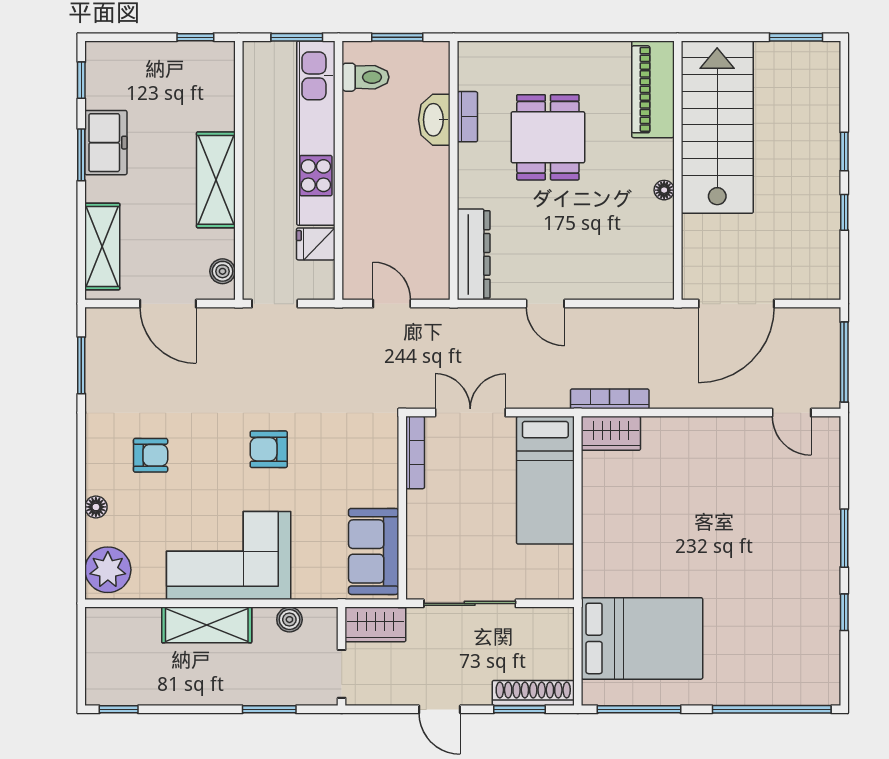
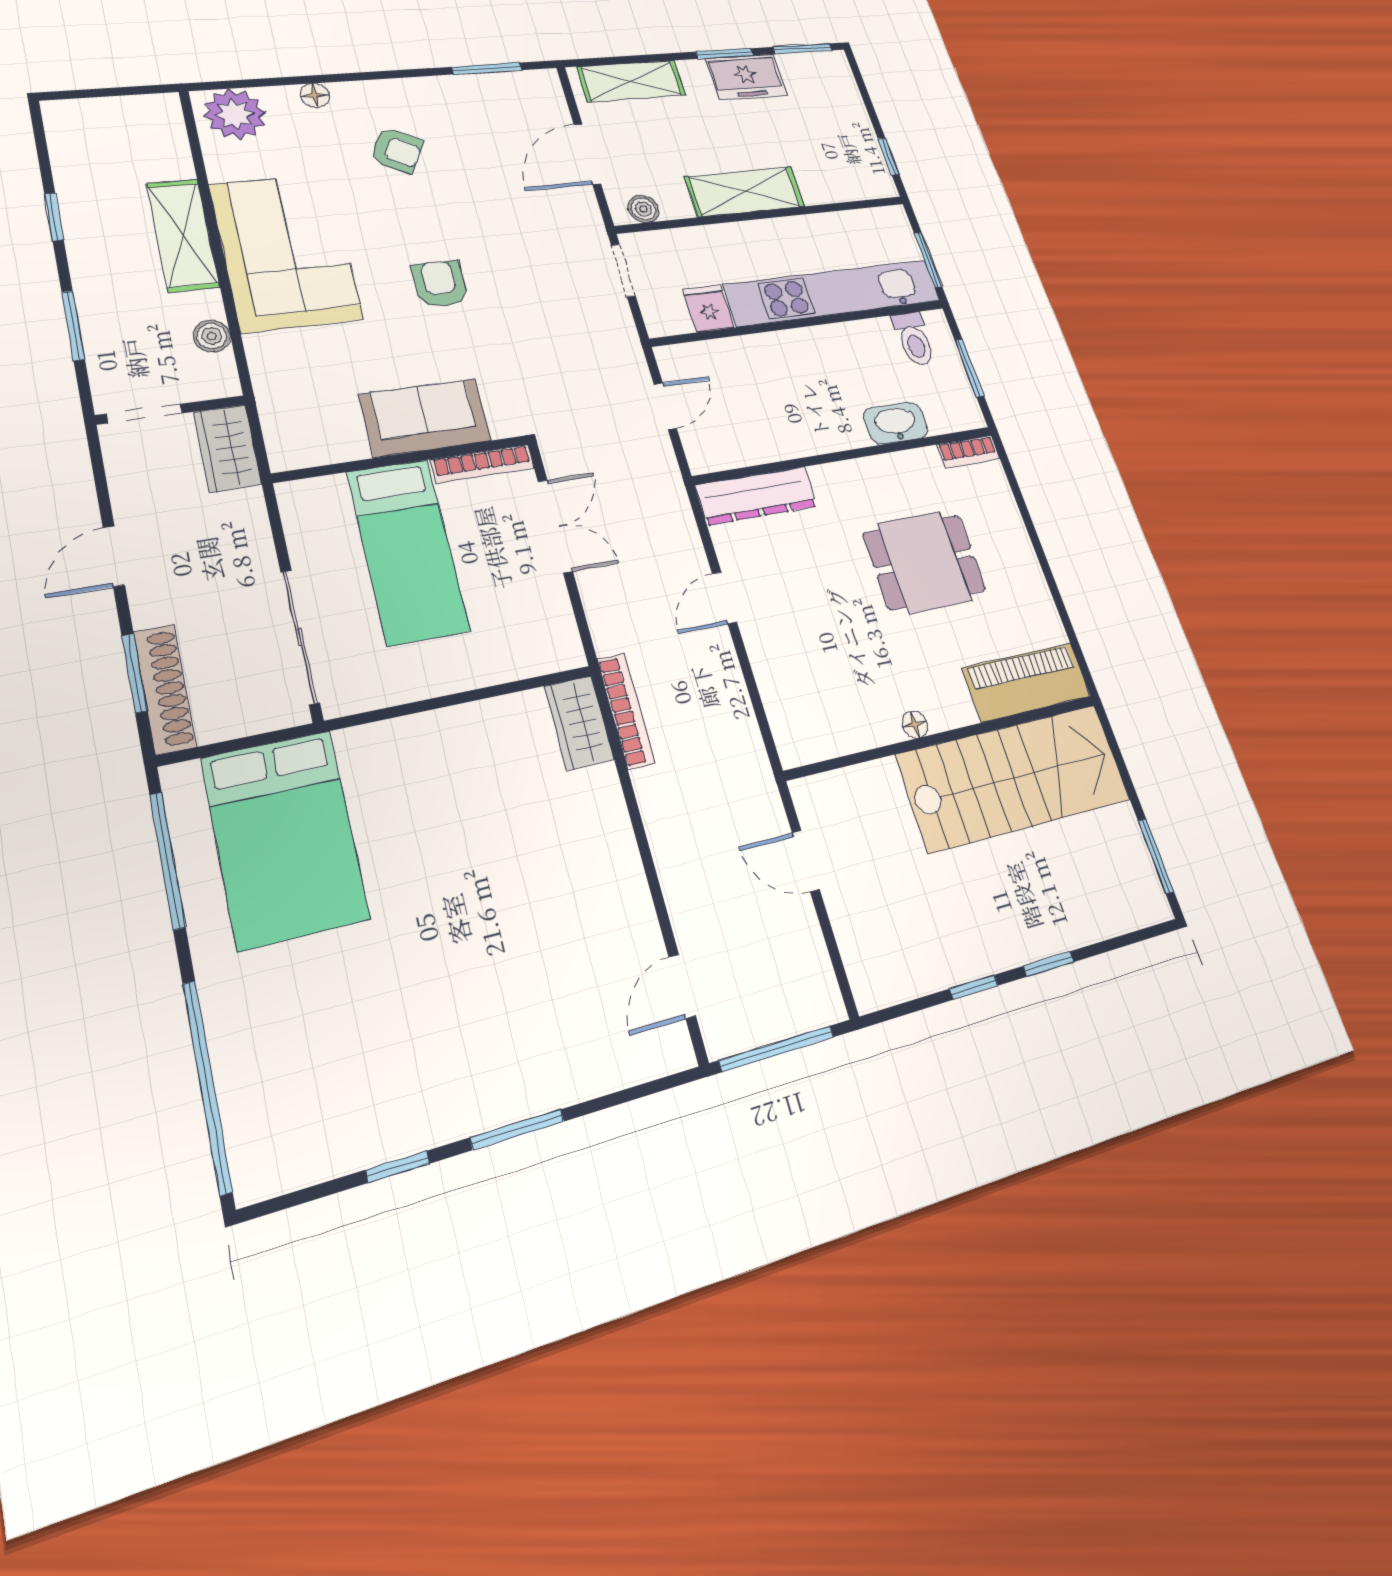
window: (81, 80) -> (803, 49), width x1.50
bookcase: (467, 117) -> (968, 452), moved
door: (736, 304) -> (806, 861), width x0.53
armchair: (151, 455) -> (397, 150), turned -61
bed: (545, 480) -> (408, 551), moved, turned -90
sofa: (374, 551) -> (425, 418), moved
sliding door: (470, 603) -> (300, 637), moved
window: (119, 709) -> (54, 217), moved

